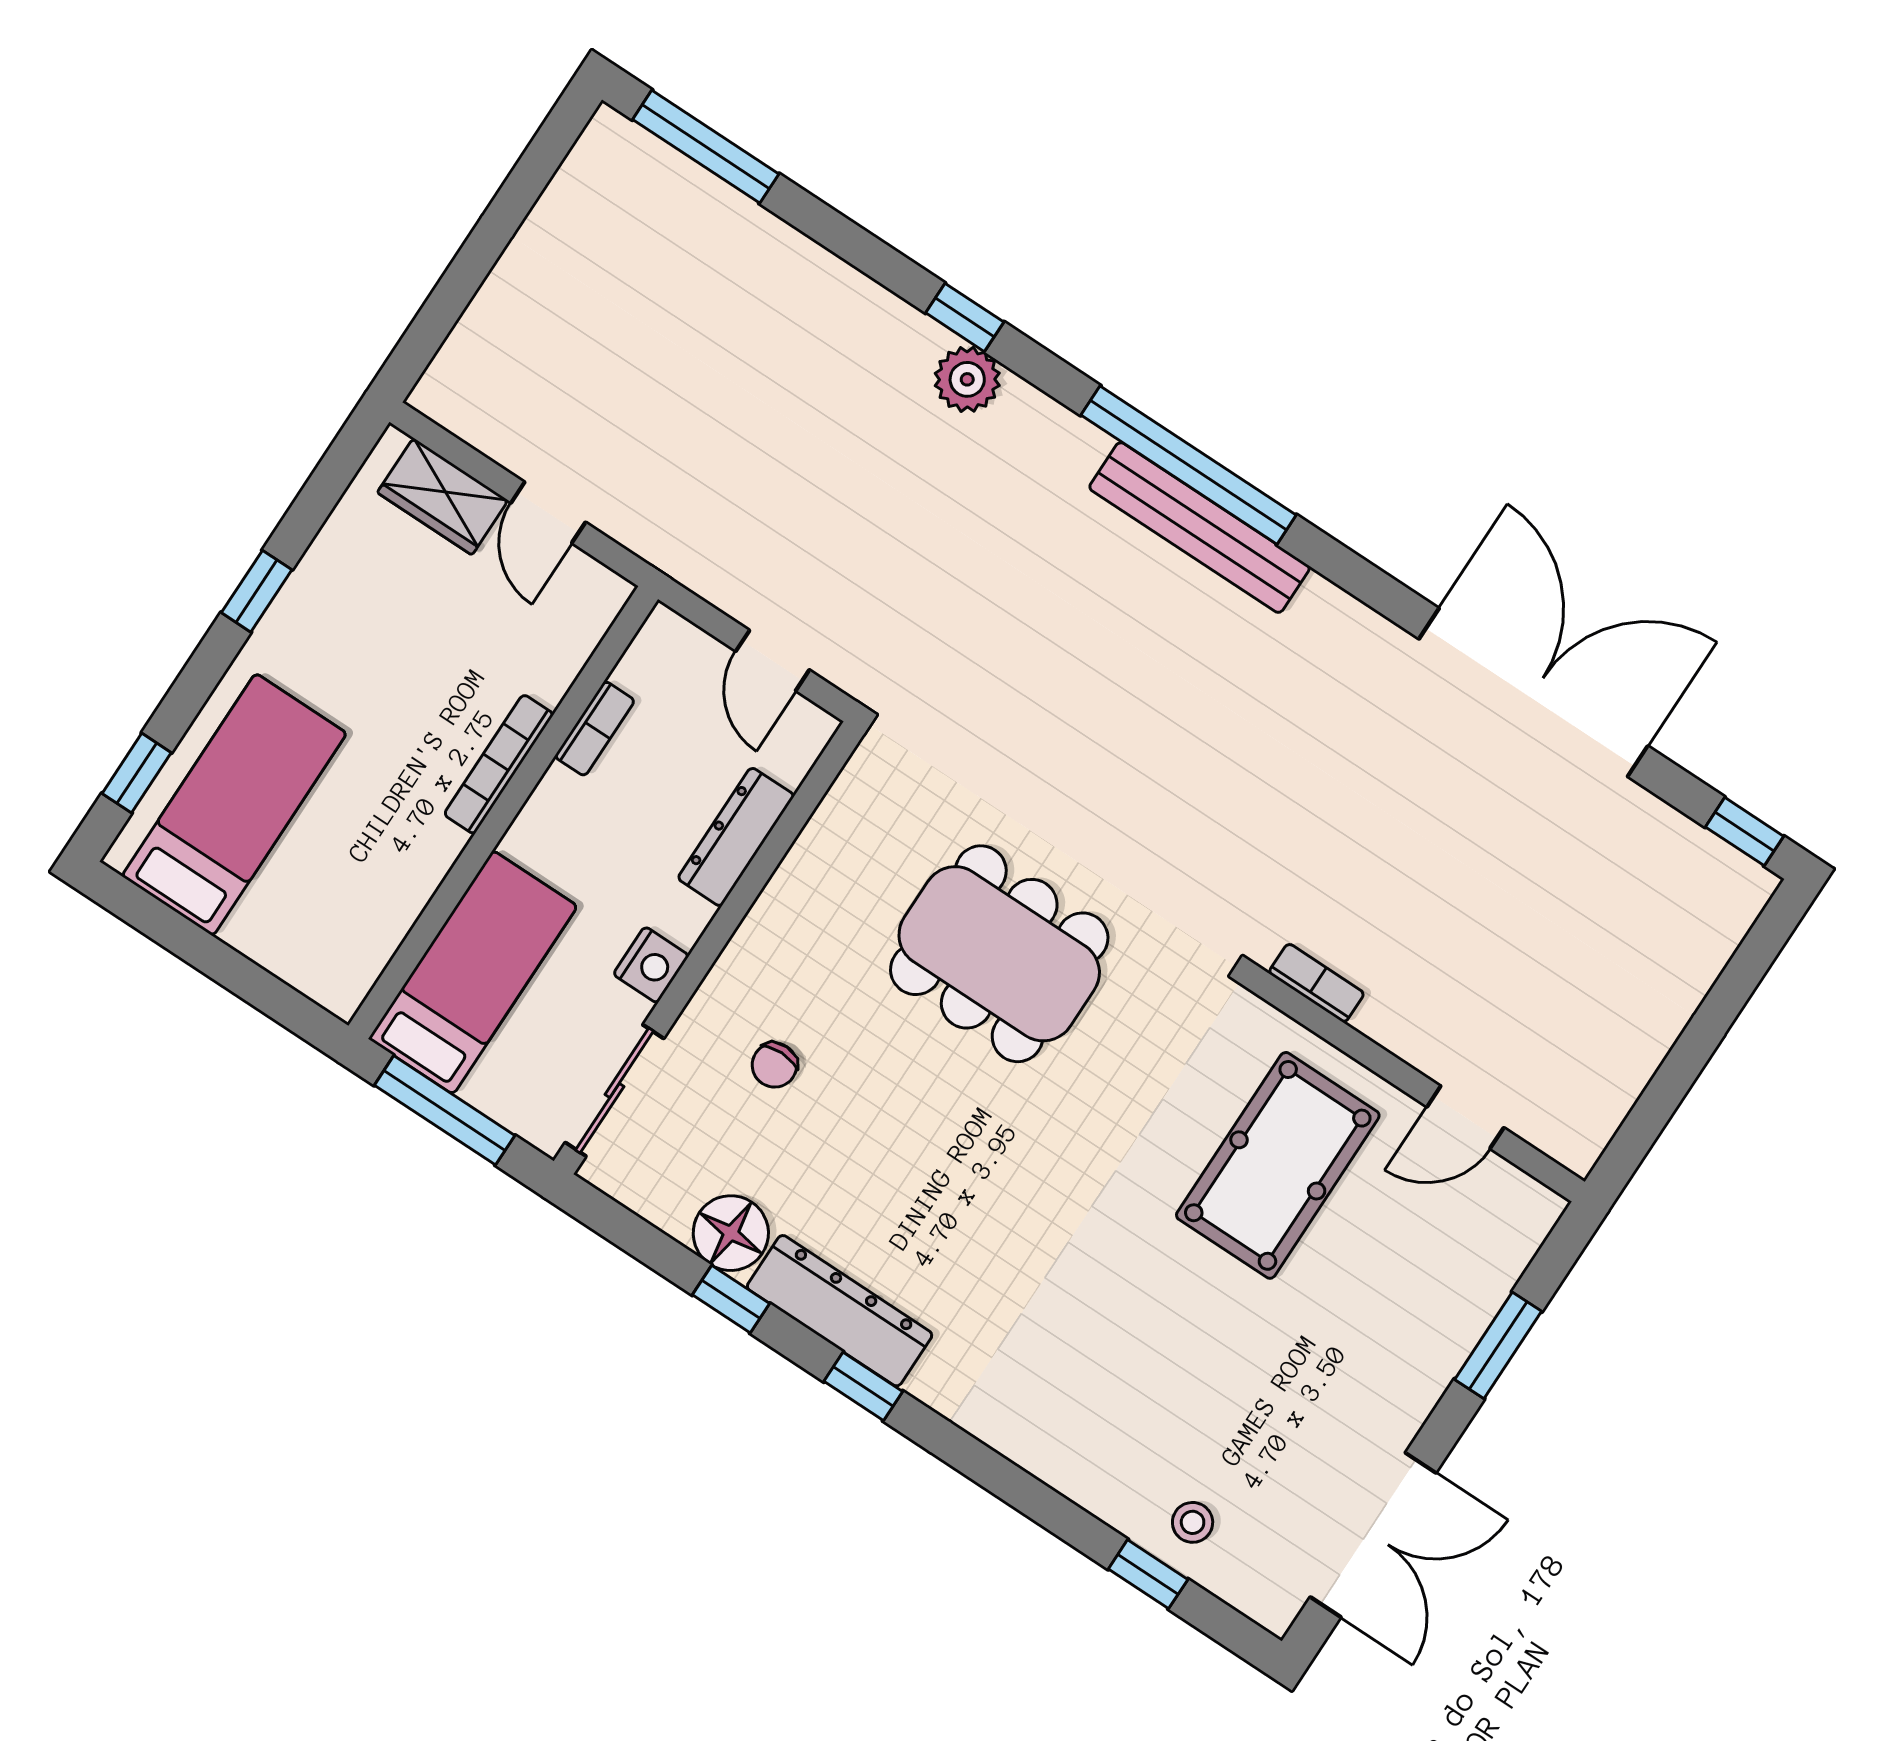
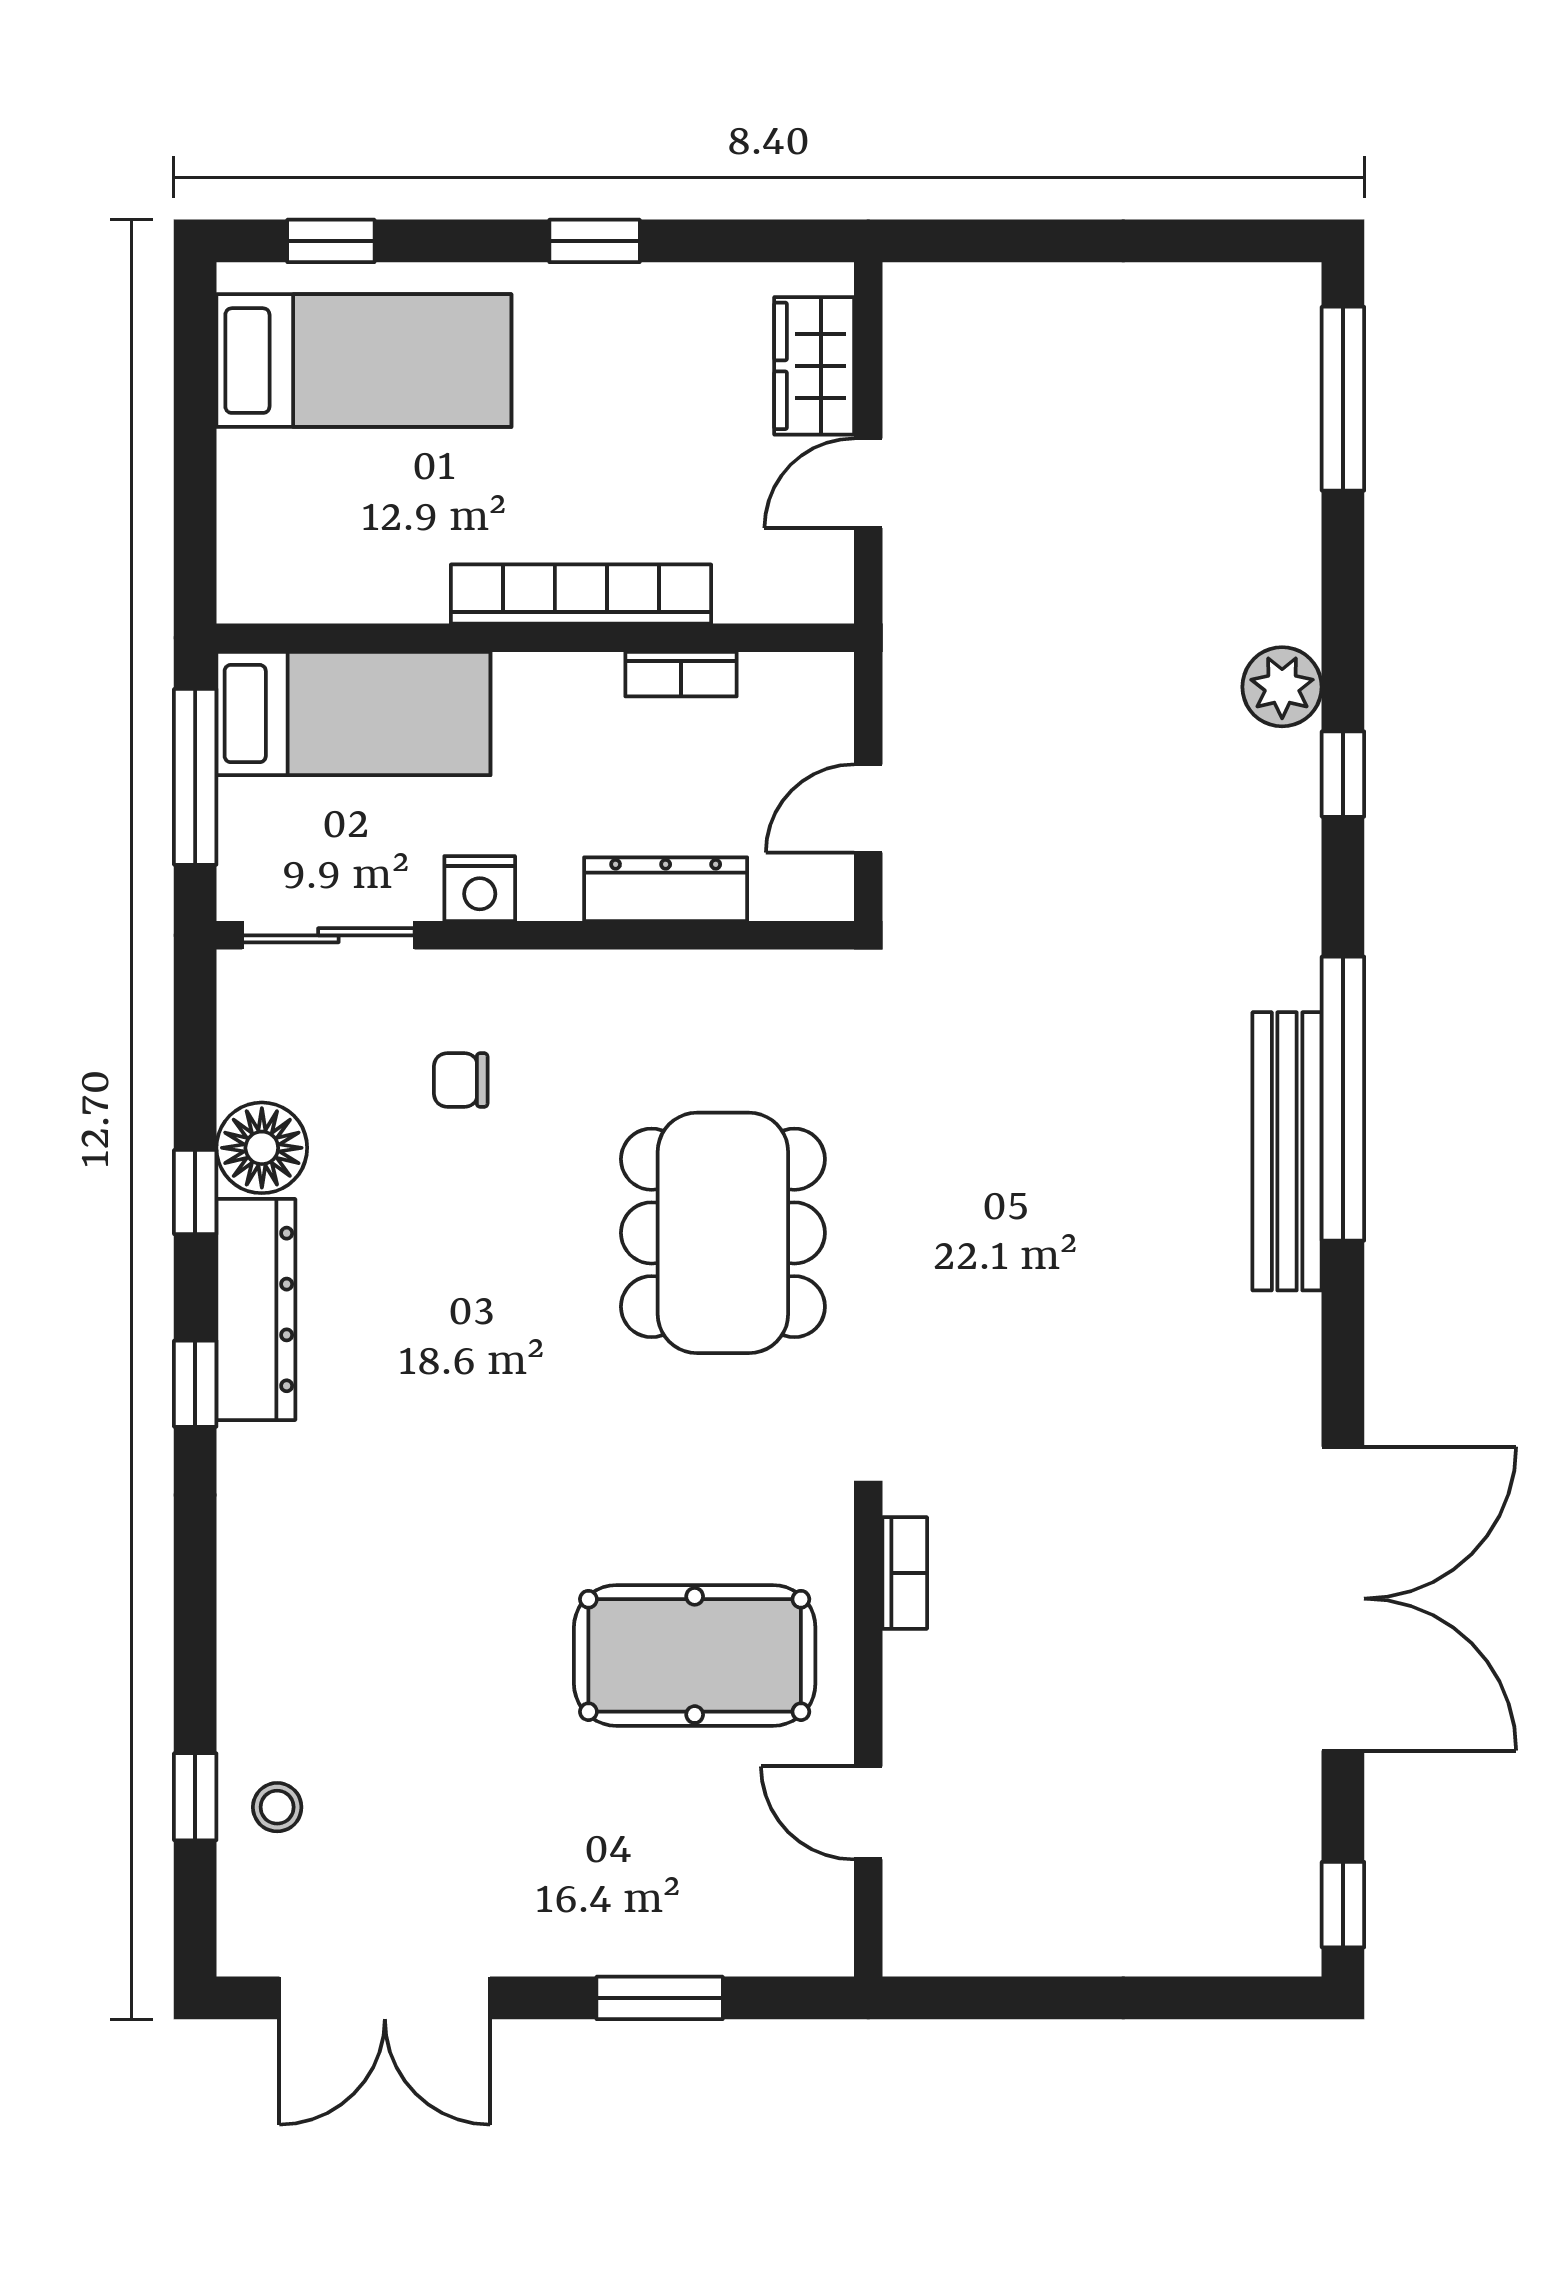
plant: (967, 379) -> (1282, 687), moved
bookcase: (499, 764) -> (581, 594), width x1.48, depth x1.31

